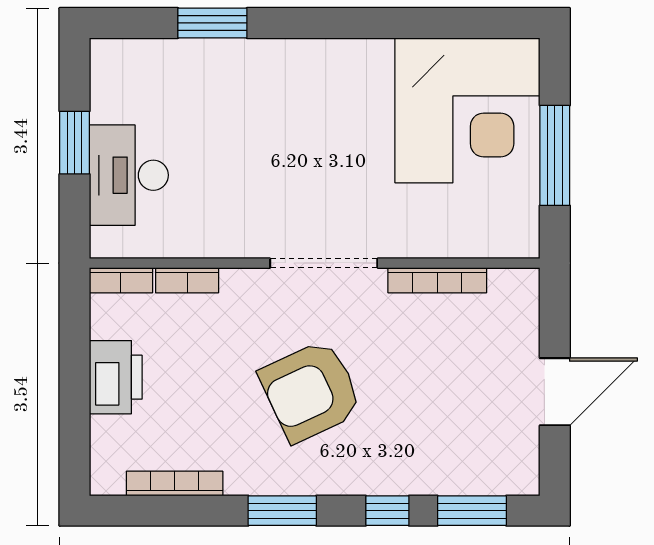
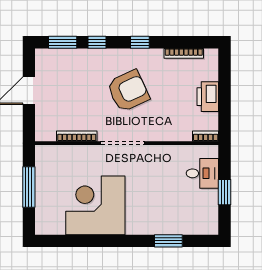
corner desk: (467, 110) -> (95, 205), moved
desk: (129, 175) -> (202, 173), width x0.73
bookcase: (187, 280) -> (179, 136), removed
window: (282, 511) -> (140, 42), width x0.67

